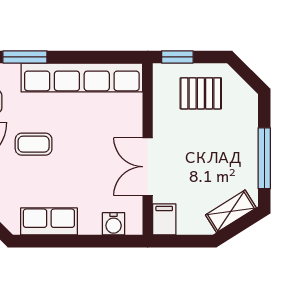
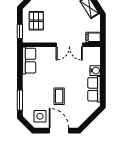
row of seats: (82, 77) -> (29, 61), width x0.50
water cooler: (114, 224) -> (95, 71), moved

